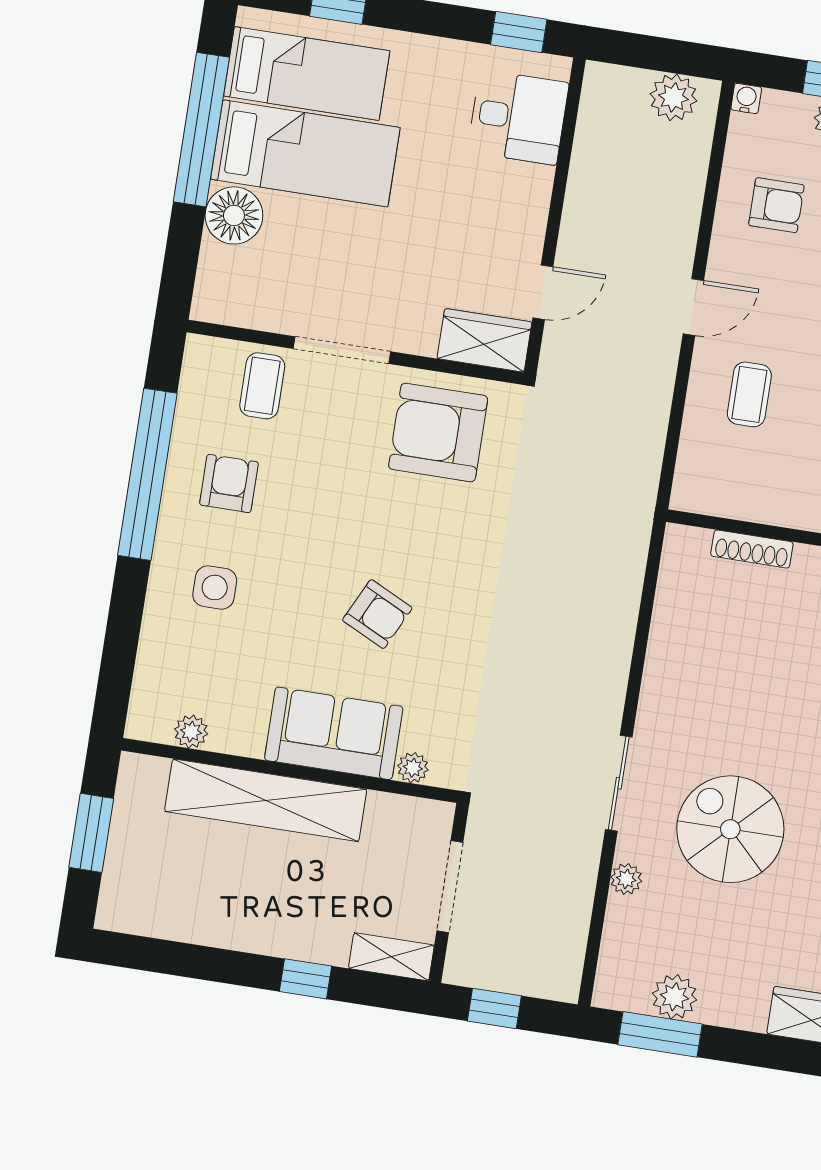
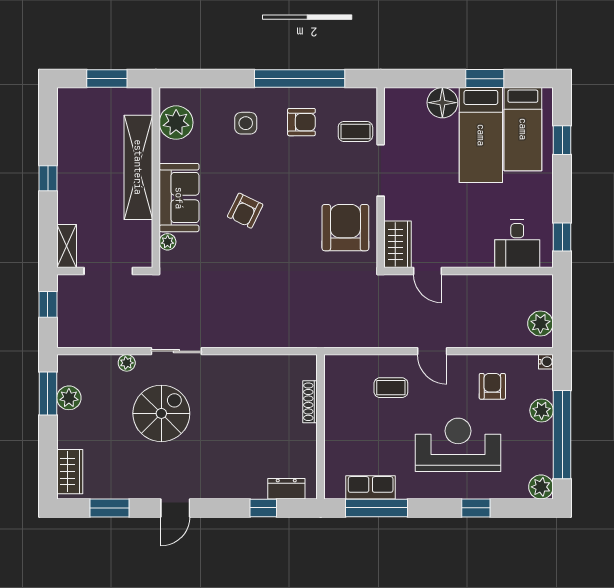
window: (201, 130) -> (485, 79), width x0.47
armchair: (776, 205) -> (492, 386), turned 180
plant: (191, 732) -> (176, 123), width x1.87, depth x1.87
window: (305, 979) -> (48, 178), moved

